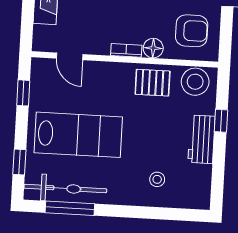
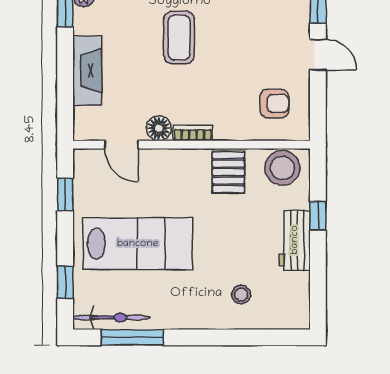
armchair: (192, 31) -> (274, 104), width x0.72, depth x0.72
floor lamp: (153, 48) -> (159, 128), moved
pallet: (153, 83) -> (228, 172), turned 90
bicycle: (65, 189) -> (111, 318), width x0.73, depth x0.71

